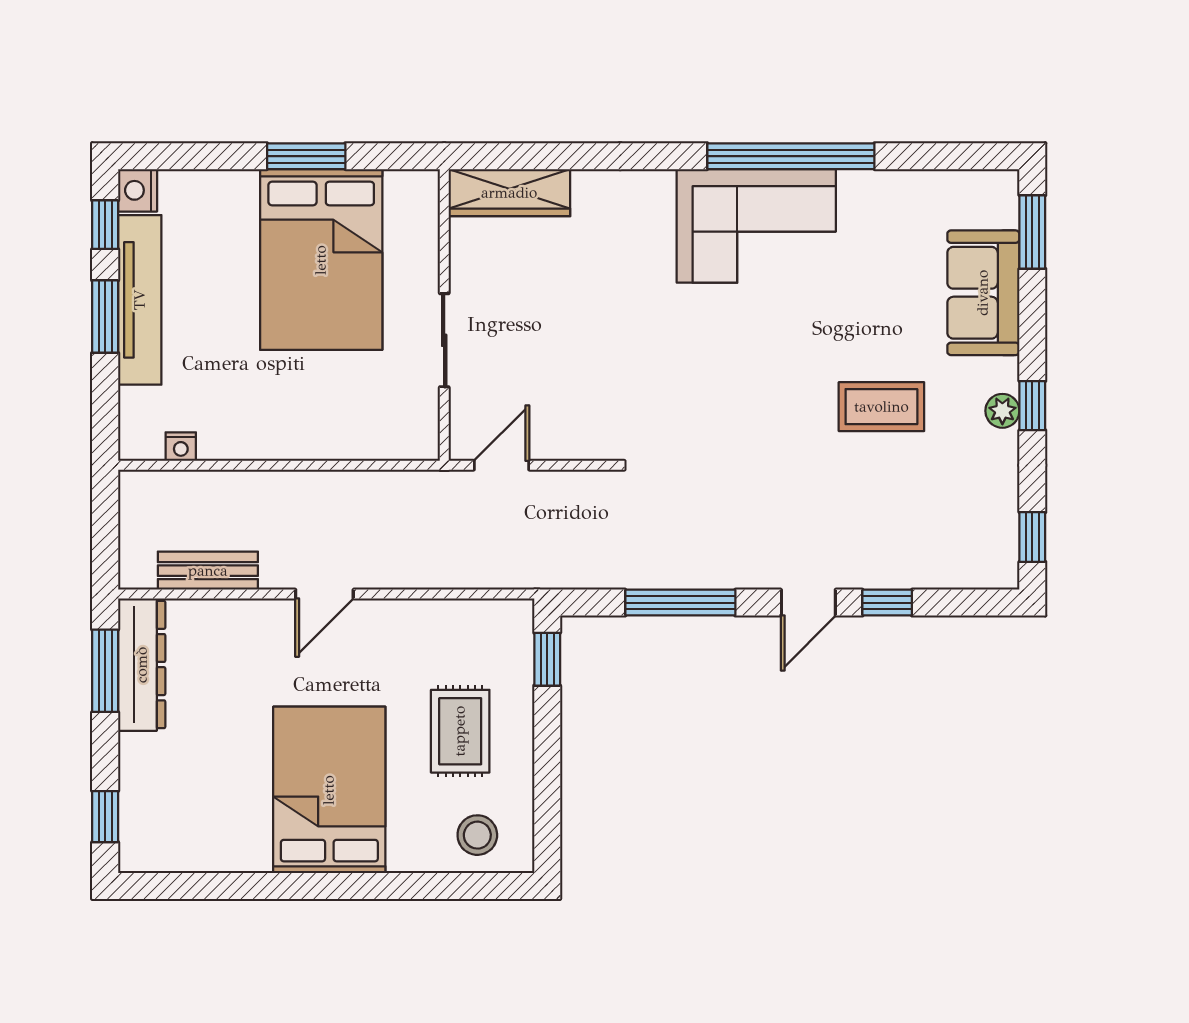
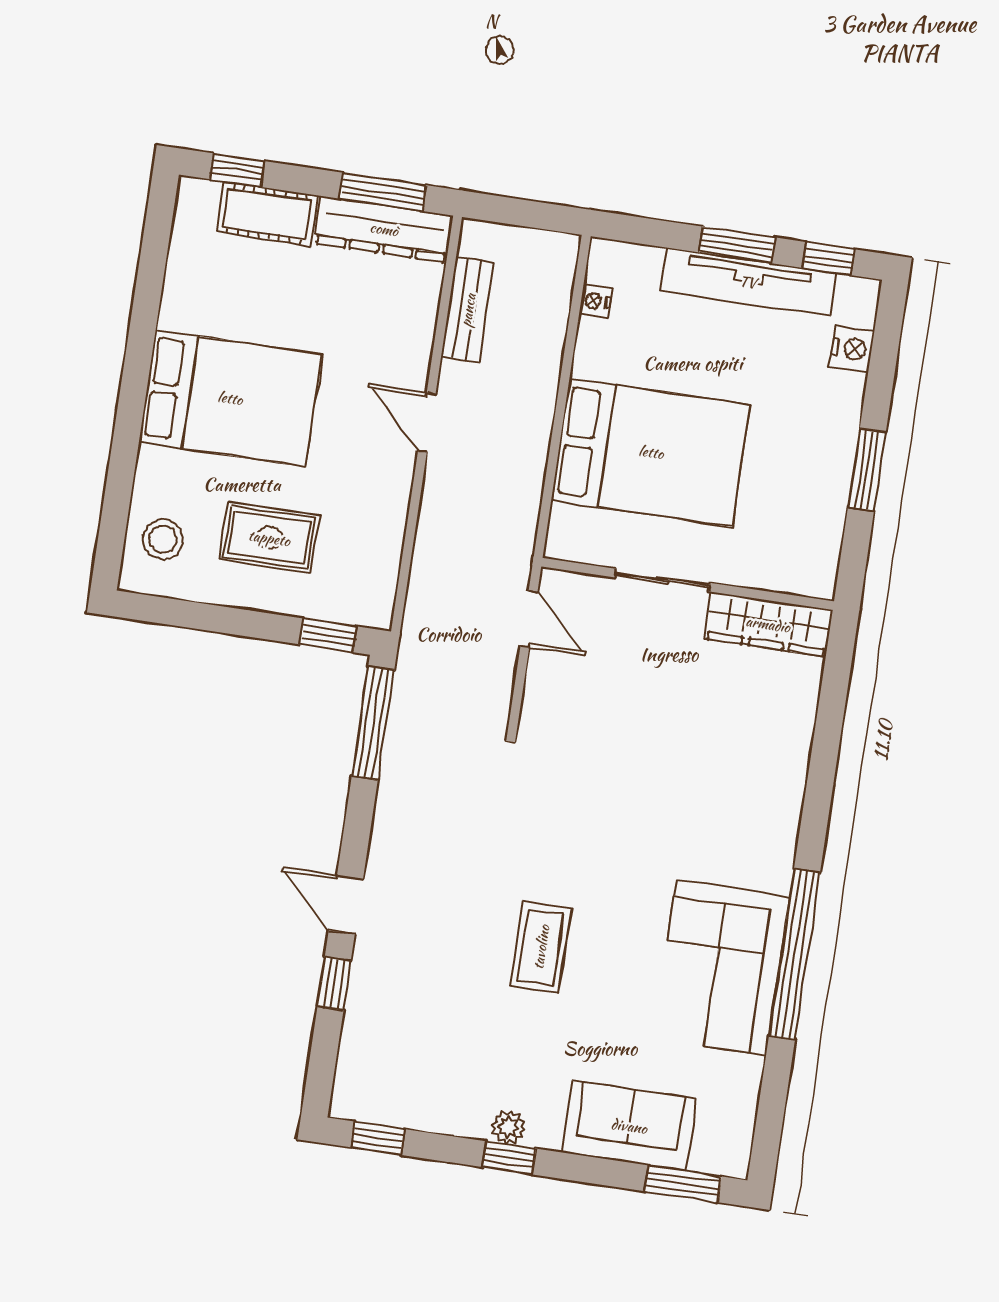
nightstand: (138, 190) -> (852, 349), moved, turned 90
wardrobe: (509, 193) -> (768, 624), moved, turned -90
corner sofa: (756, 226) -> (721, 968), moved
bed: (321, 260) -> (651, 452), moved, turned 180
coffee table: (881, 407) -> (541, 947), moved
window: (680, 603) -> (373, 723), moved
cot: (143, 781) -> (267, 214), added

